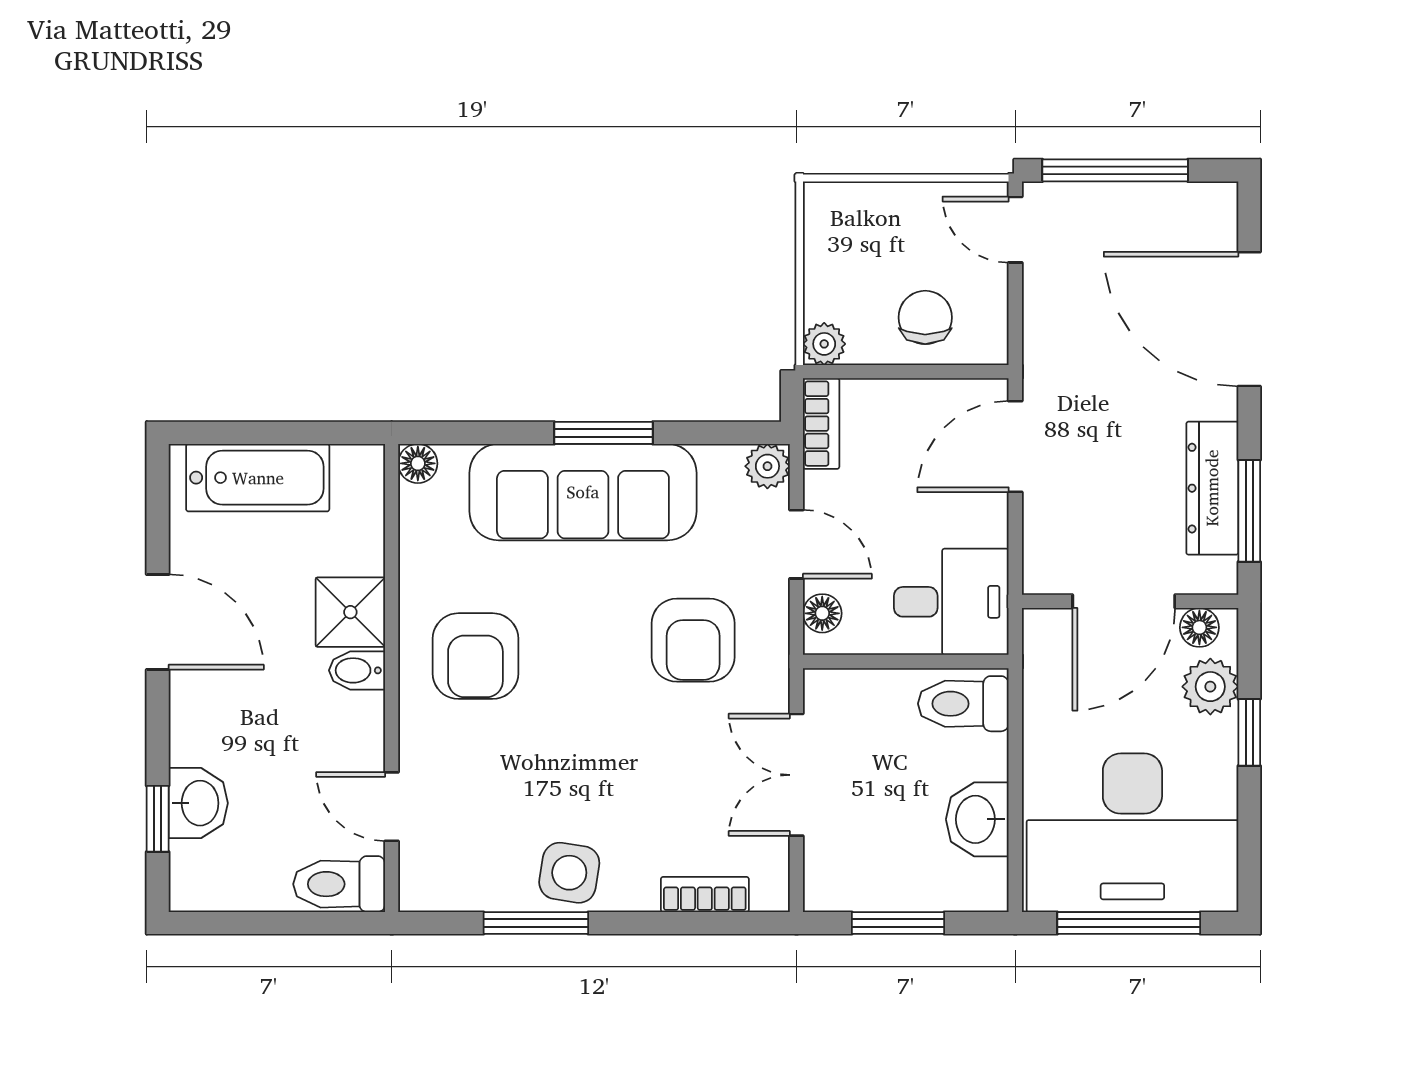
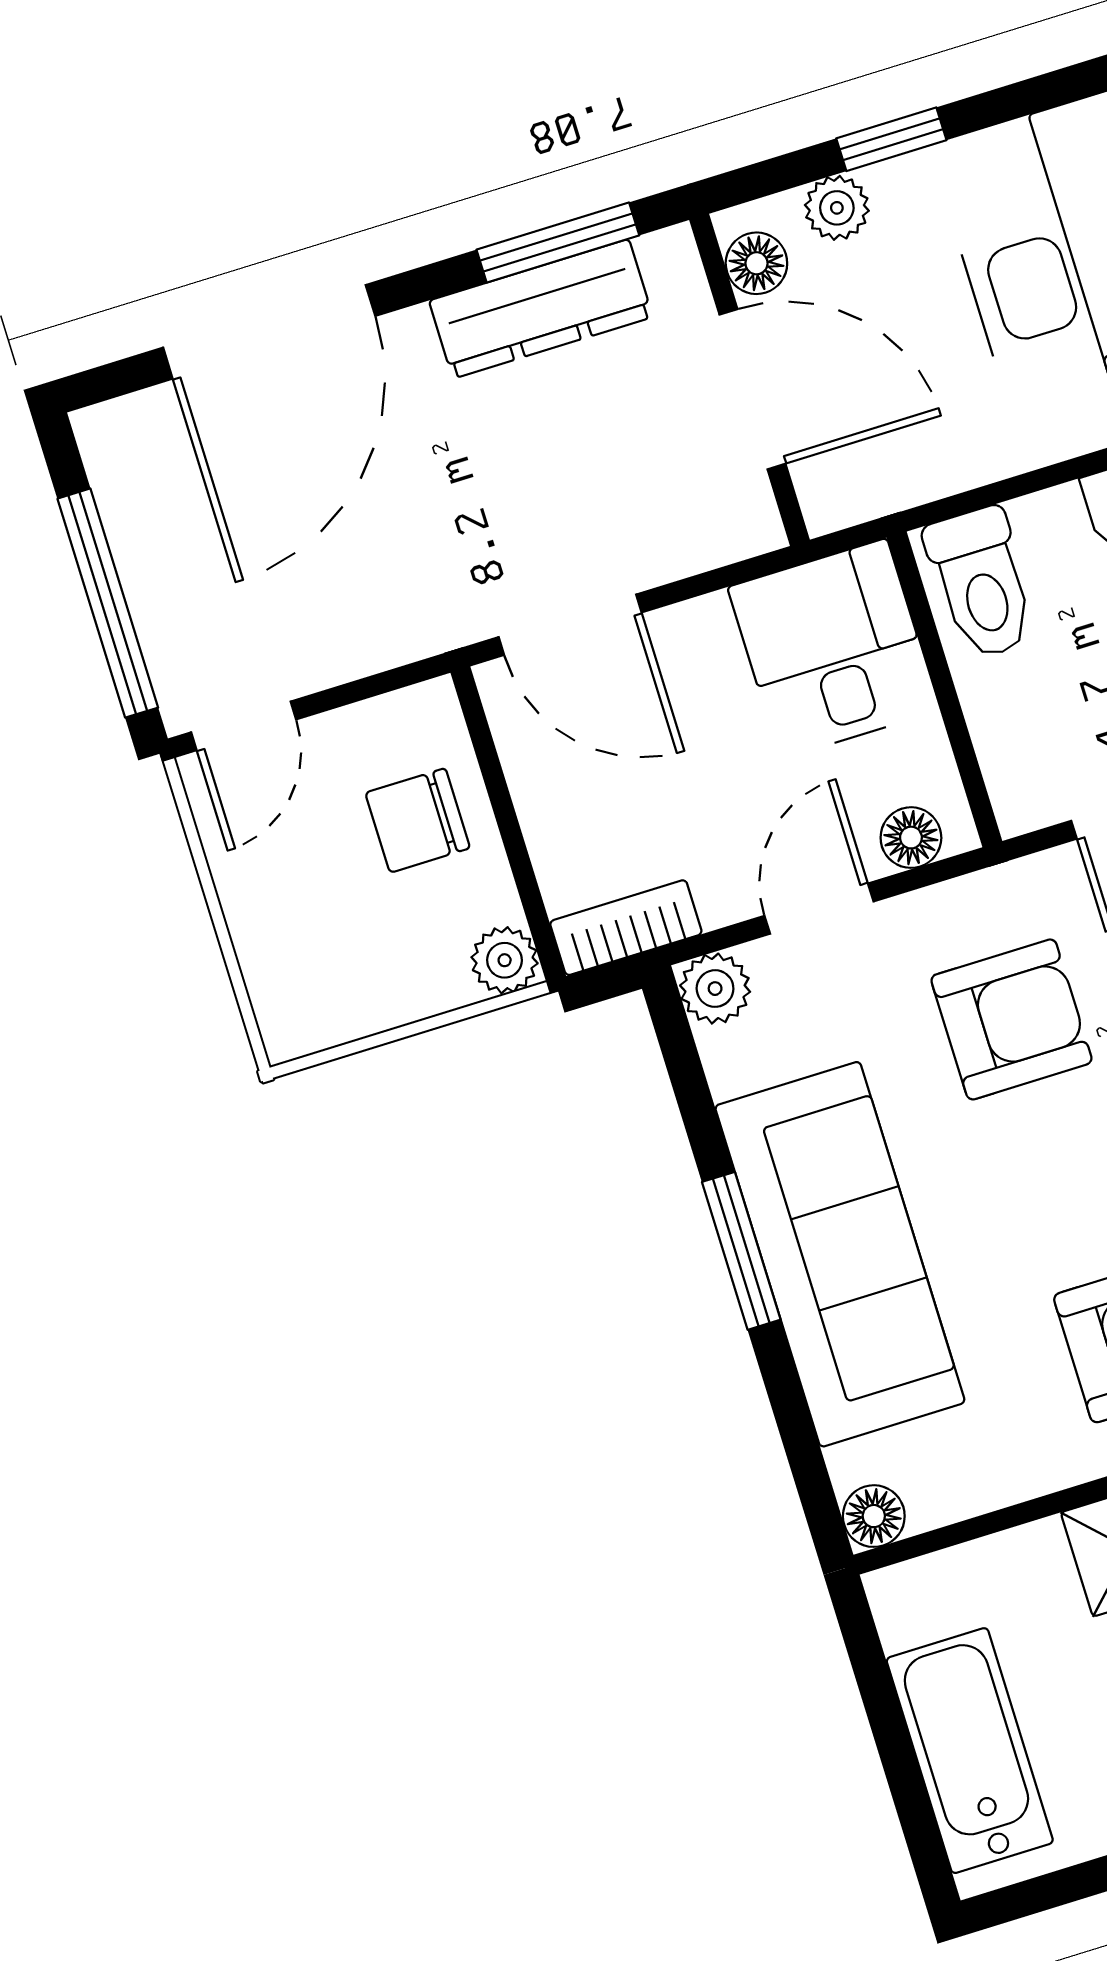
plant: (1210, 687) -> (837, 208), width x0.73, depth x0.73

